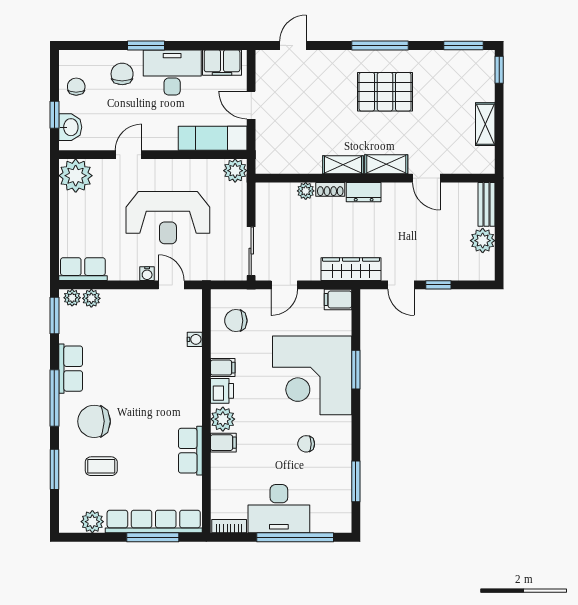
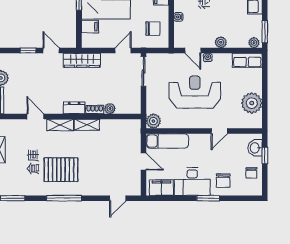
plant: (76, 176) -> (252, 103), moved
plant: (91, 298) -> (221, 42), moved
filing cabinet: (338, 300) -> (90, 27), moved

